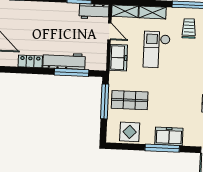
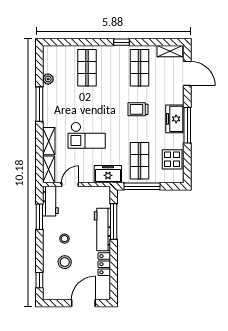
stool: (34, 23) -> (65, 262), added
stool: (57, 24) -> (64, 239), added
trolley: (189, 28) -> (138, 109), moved
freezer: (118, 58) -> (108, 174), moved

